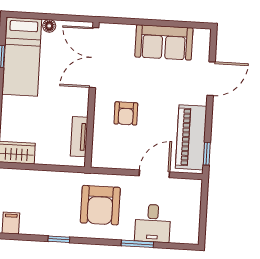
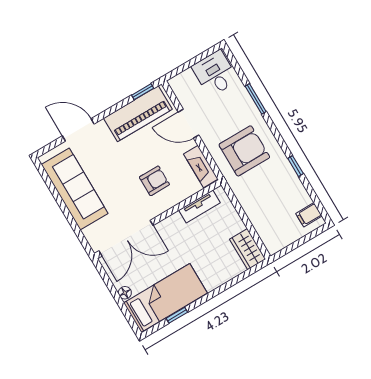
sofa: (164, 42) -> (75, 189), width x1.36
fireplace: (112, 160) -> (201, 167), added
desk: (153, 223) -> (215, 73), moved, turned -90

